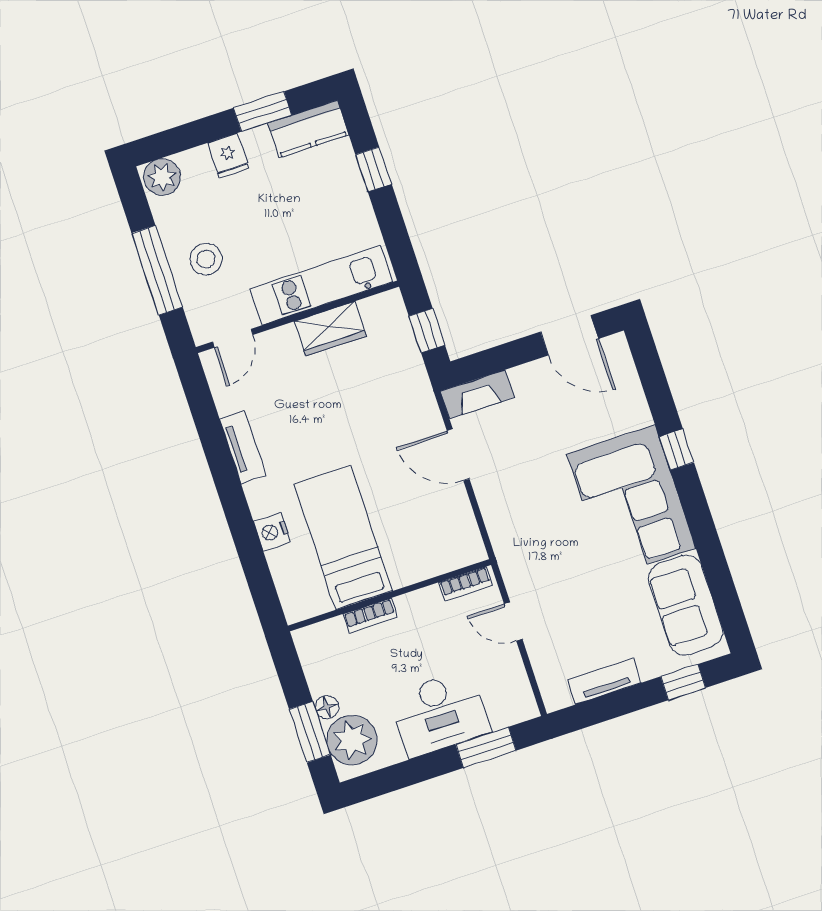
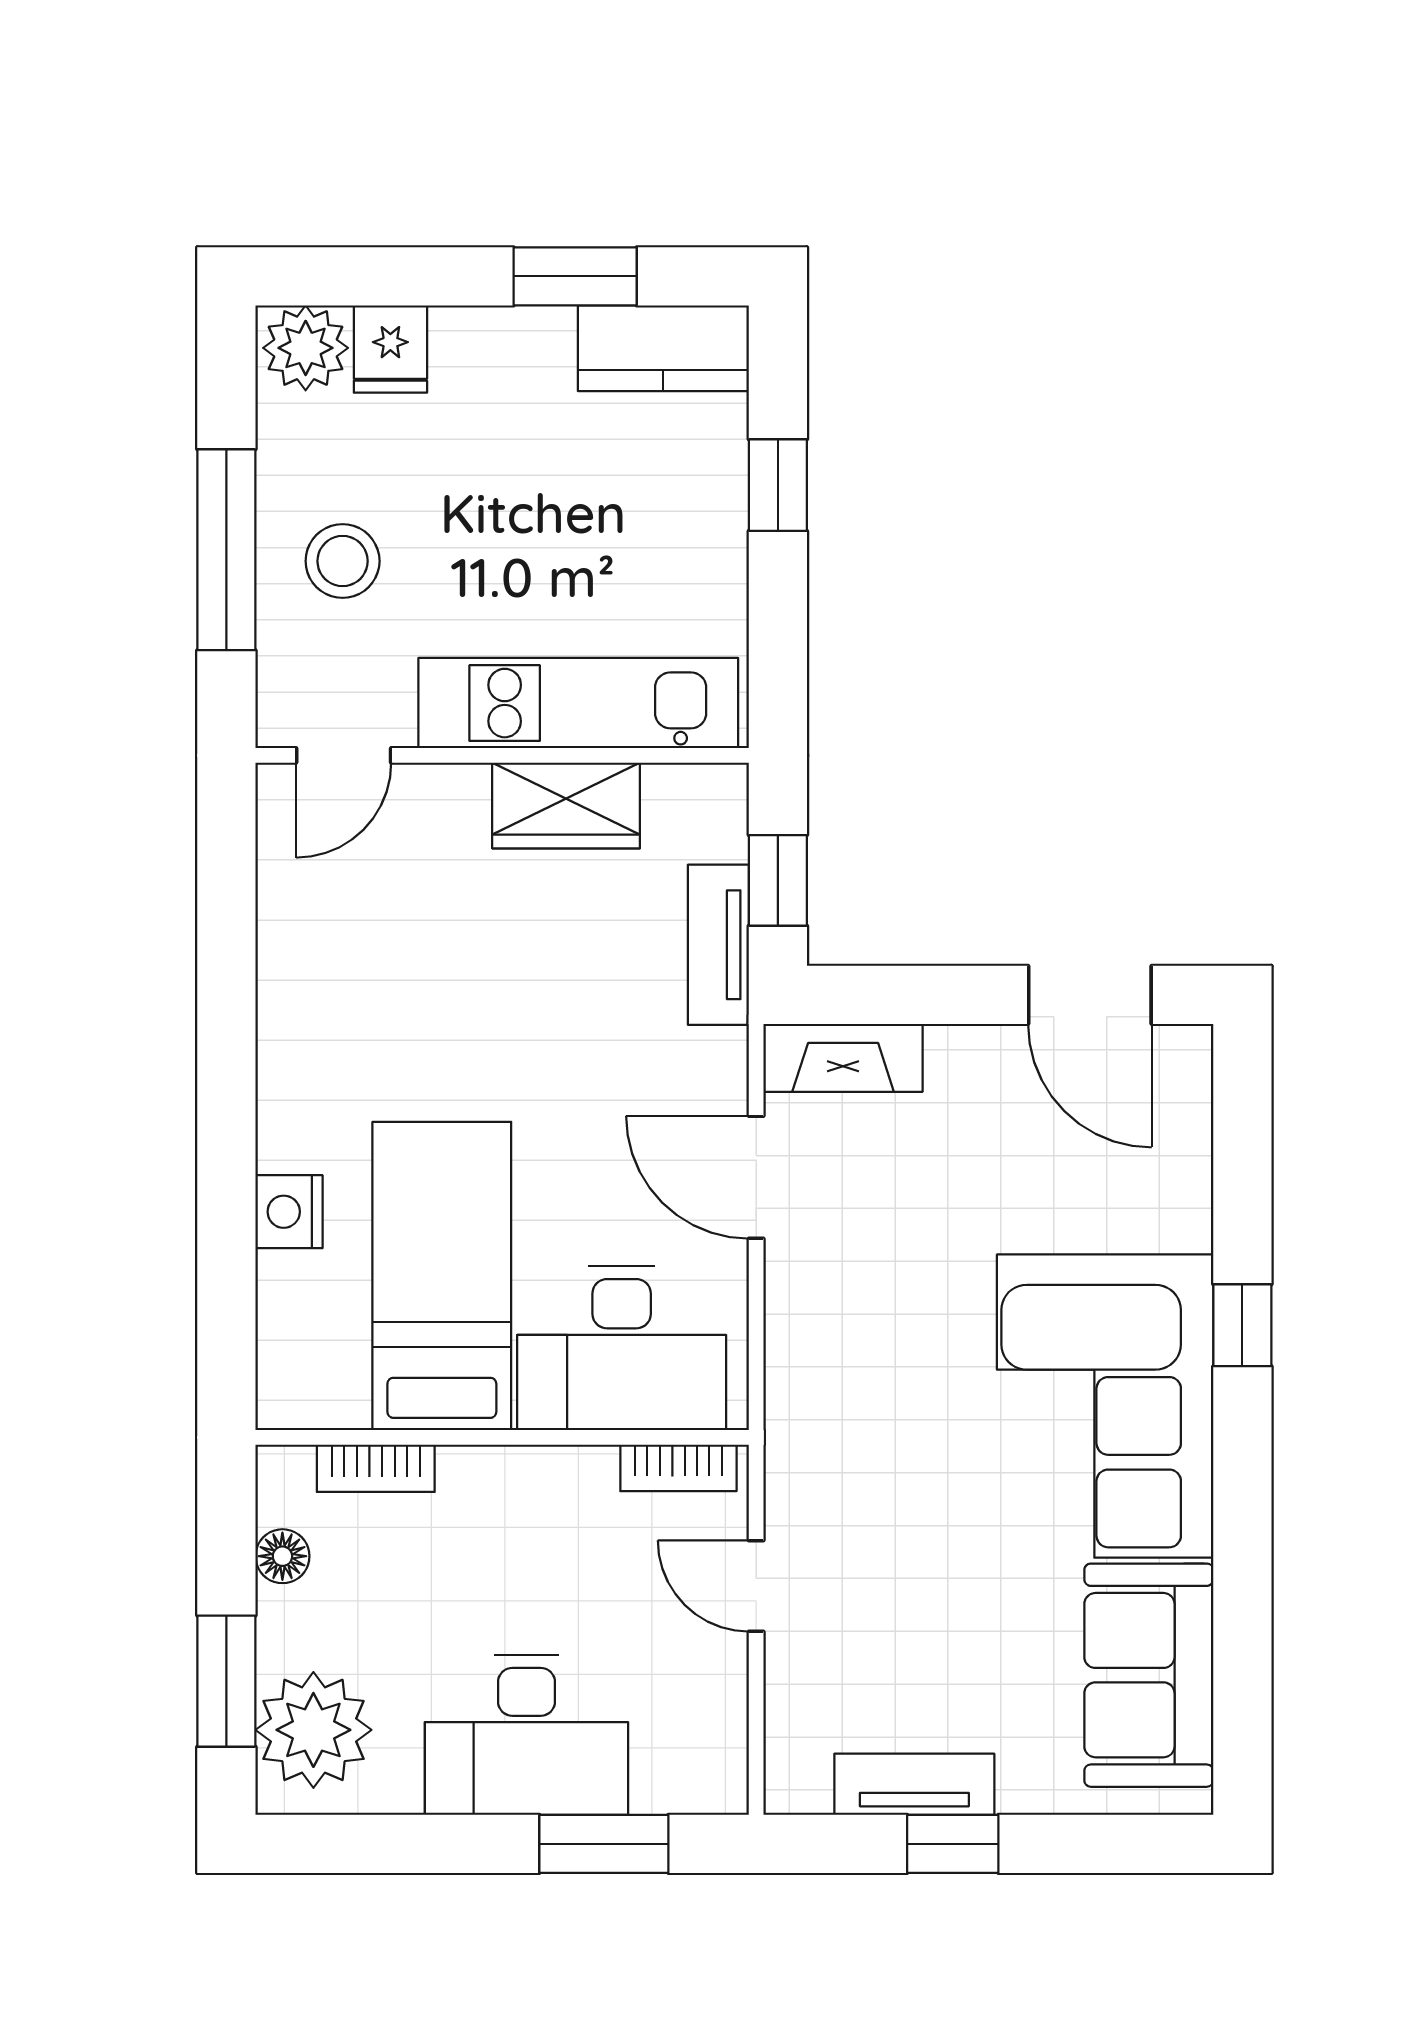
fridge: (228, 156) -> (390, 349), moved
tv unit: (243, 447) -> (718, 945), moved, turned 180
desk: (426, 543) -> (622, 1348), added
bookcase: (370, 616) -> (376, 1468), moved
window: (683, 682) -> (953, 1844), moved
floor lamp: (327, 707) -> (282, 1556), moved

